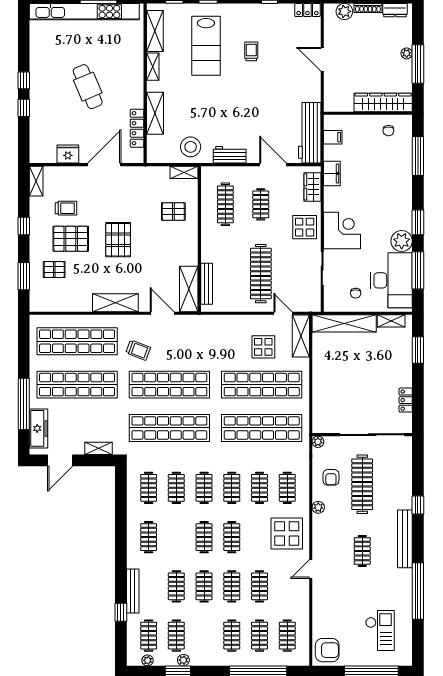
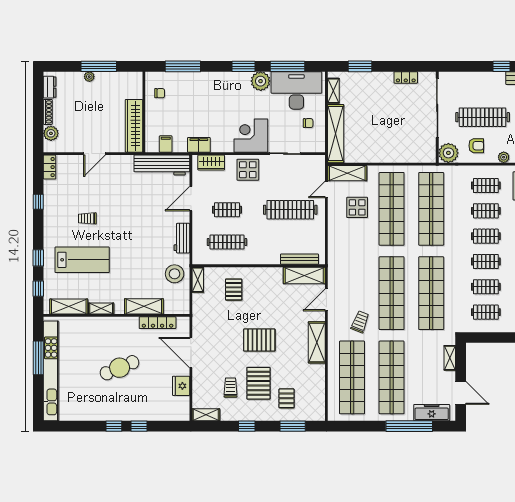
wardrobe: (383, 102) -> (134, 126), moved
plant: (318, 442) -> (448, 153), width x1.88, depth x1.88

